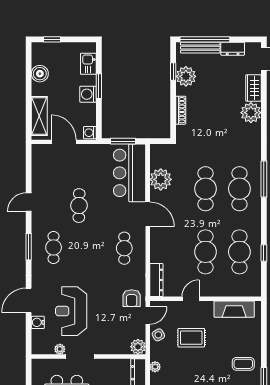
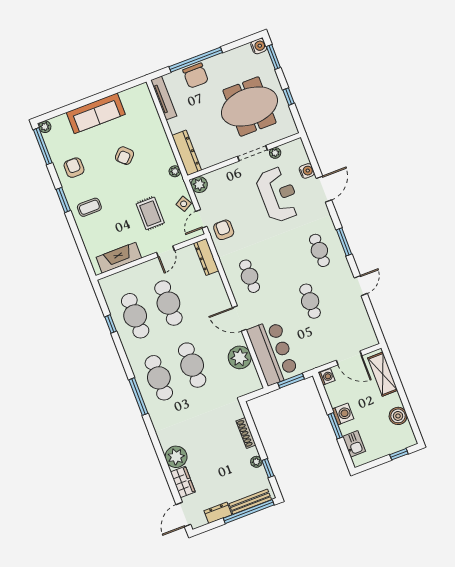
plant: (186, 76) -> (256, 462), width x0.53, depth x0.53
rug: (191, 338) -> (150, 213), turned 90

